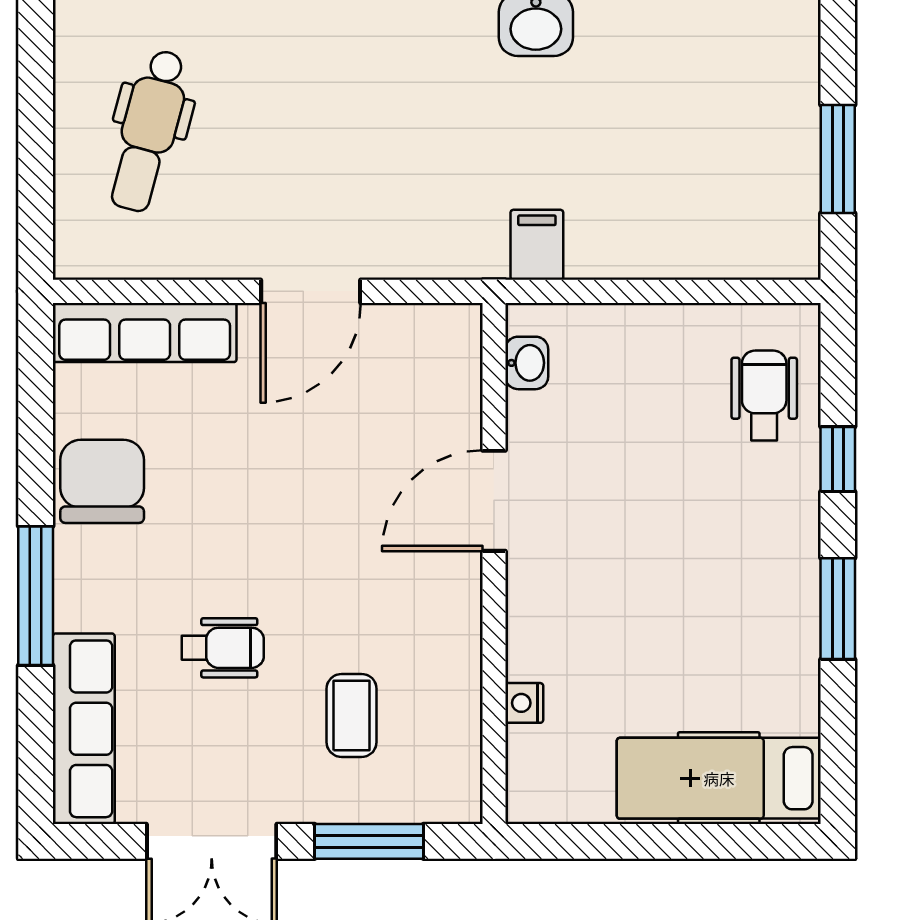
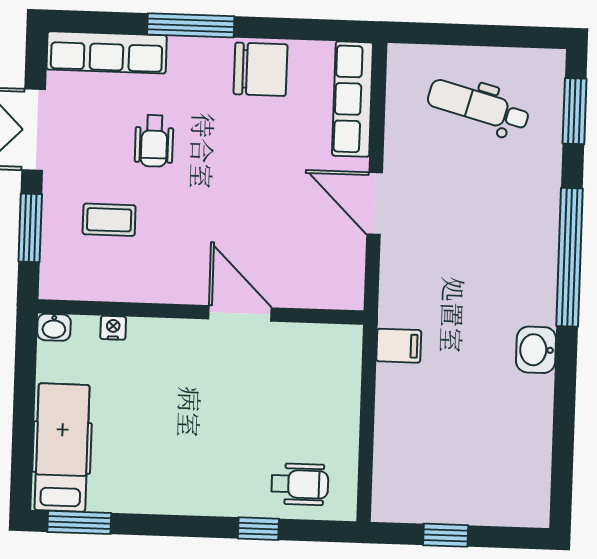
window: (838, 159) -> (446, 535), width x0.67
washbasin: (527, 363) -> (54, 327), moved
window: (838, 609) -> (79, 522), moved

